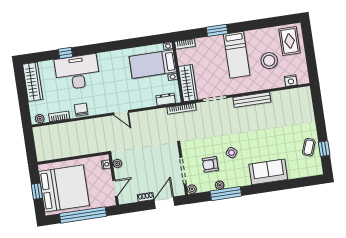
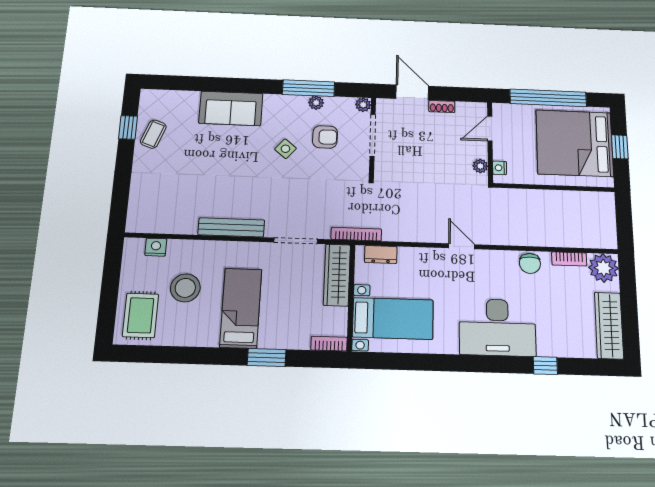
desk: (77, 72) -> (497, 327), moved
plant: (40, 119) -> (603, 268), width x1.88, depth x1.88
door: (164, 203) -> (412, 92), swing flipped

